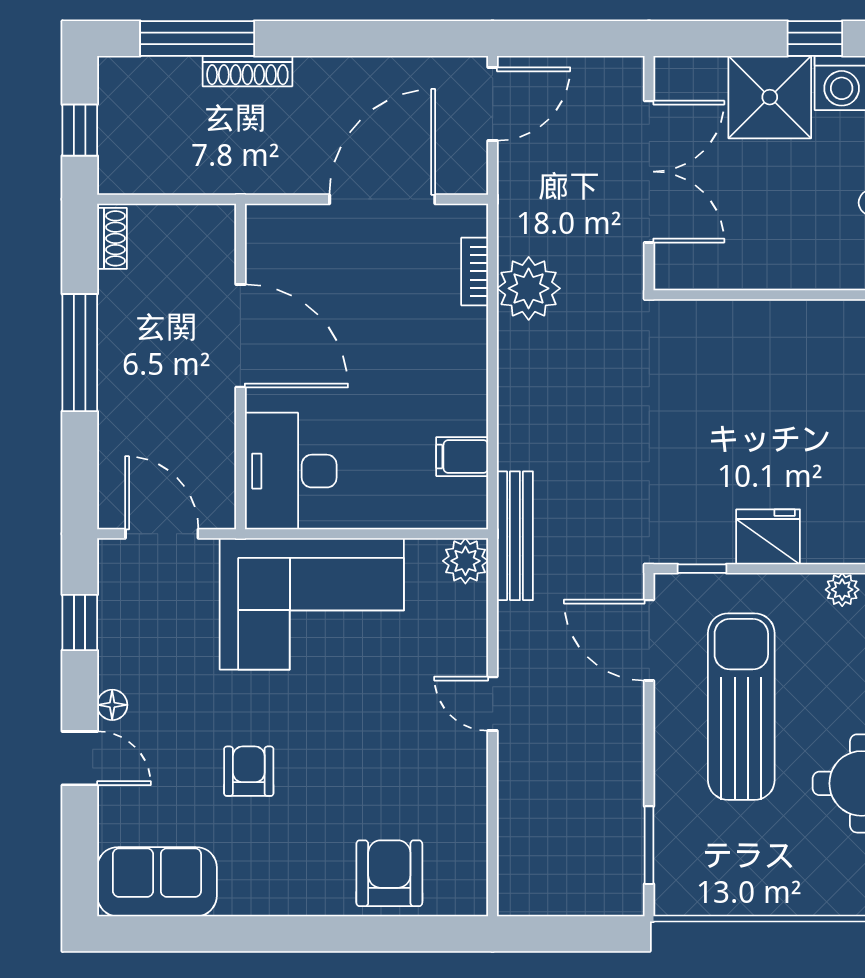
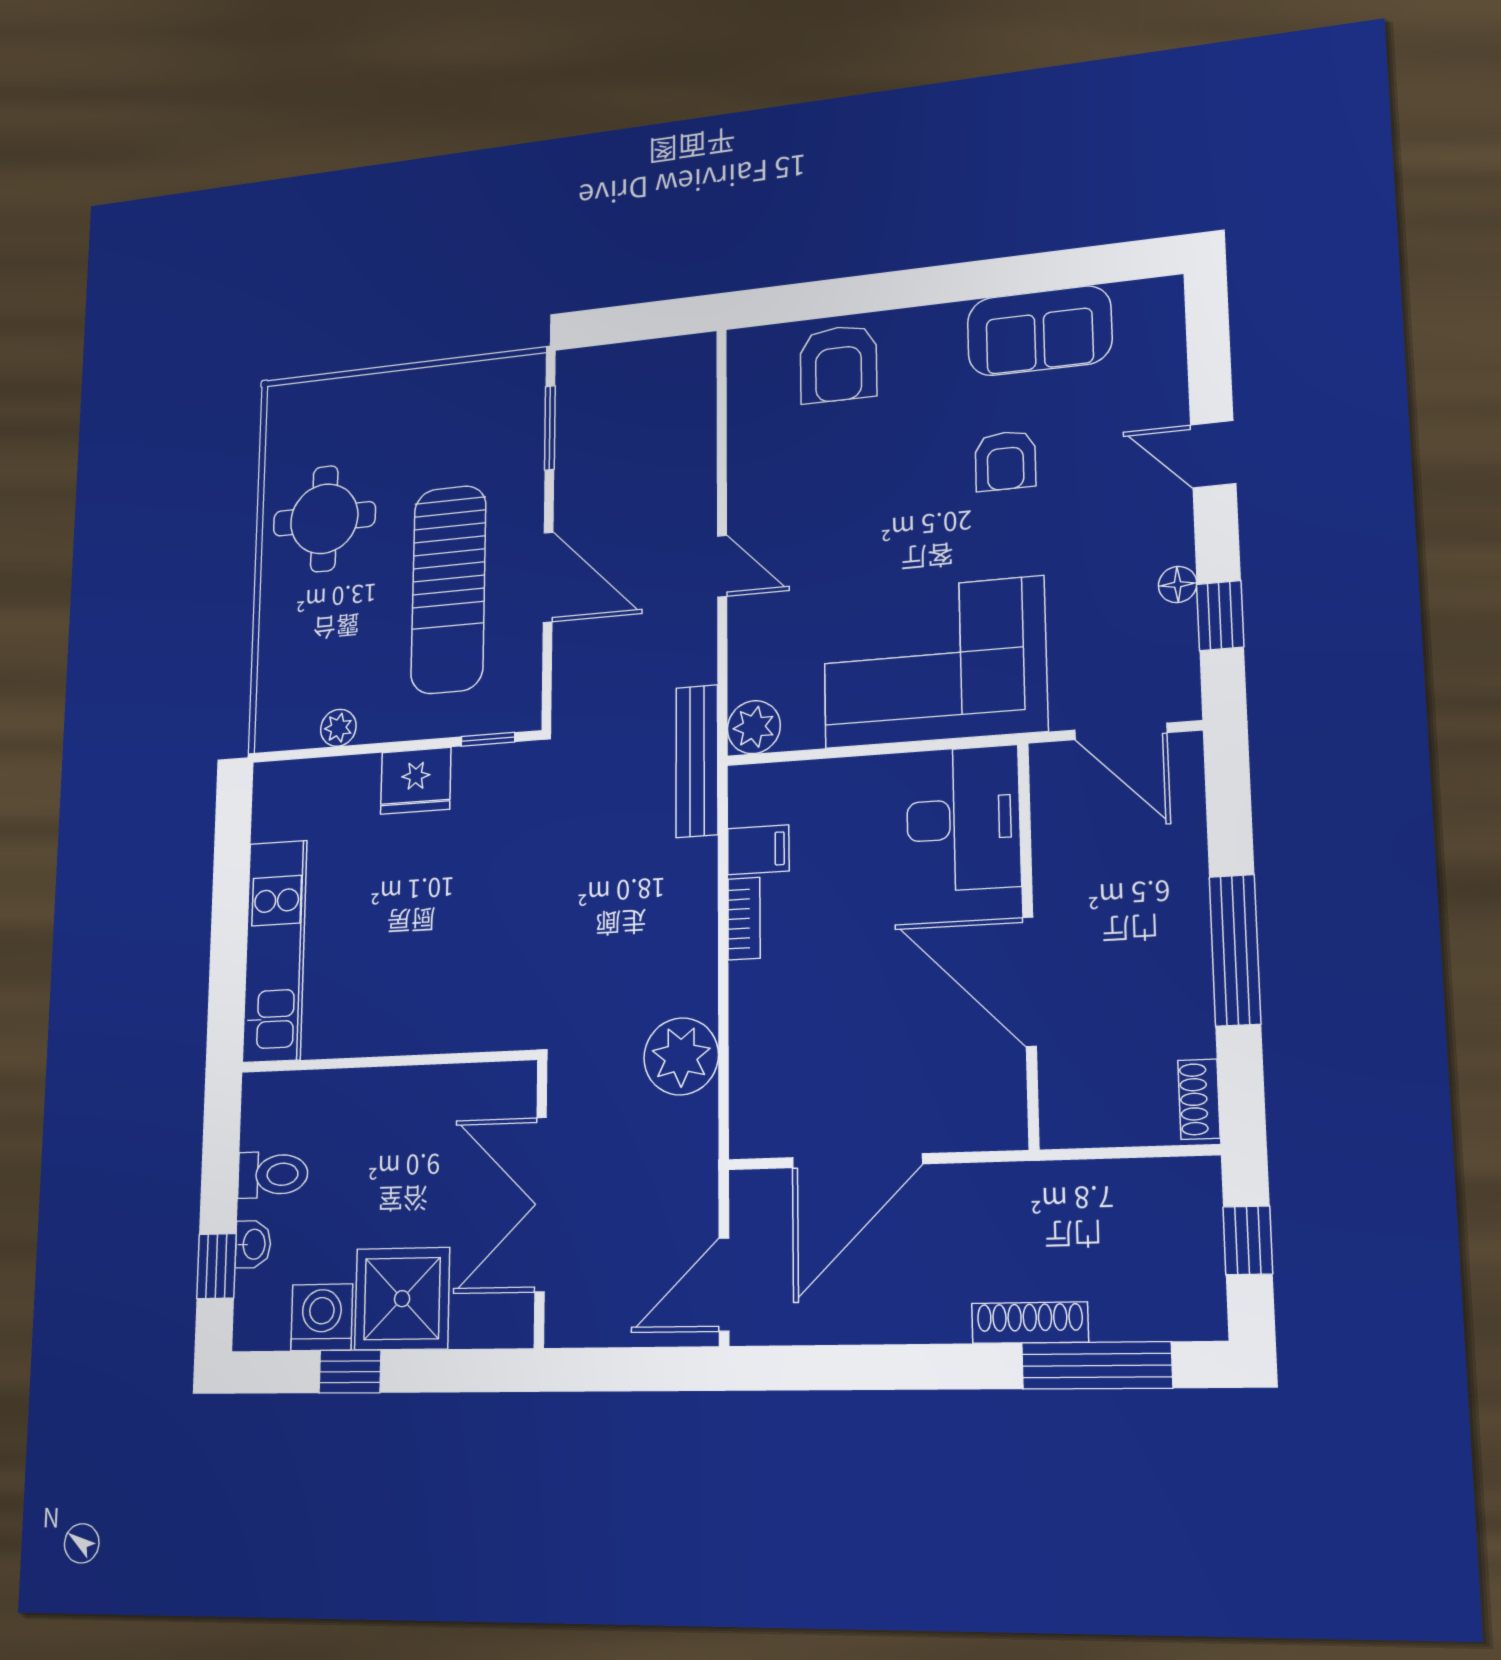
bookcase: (475, 271) -> (744, 919), moved
door: (649, 640) -> (548, 577), moved
floor lamp: (112, 705) -> (1178, 585), moved
sofa: (157, 882) -> (1039, 331), moved

